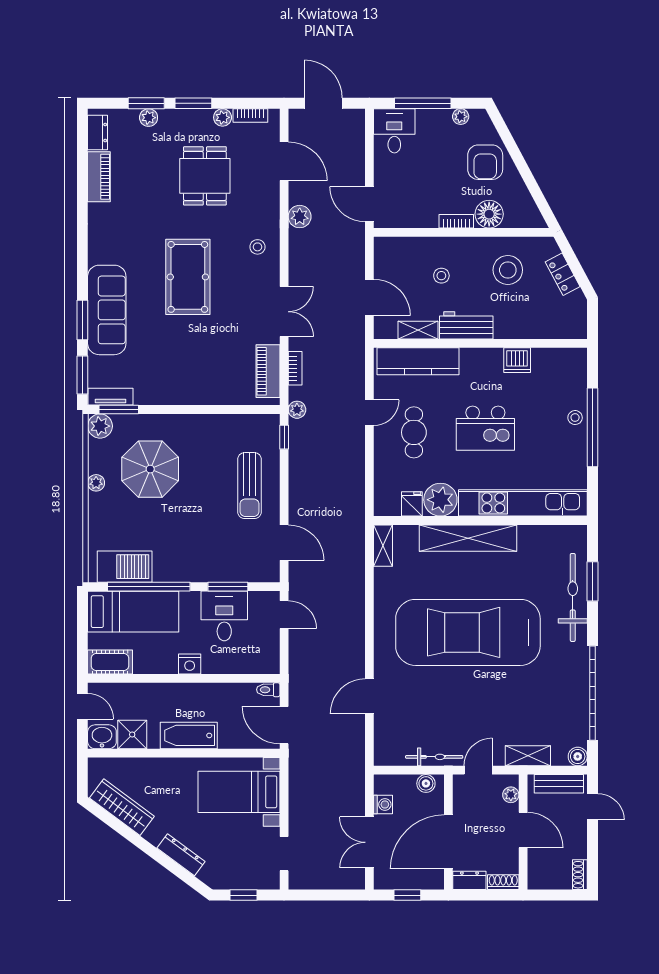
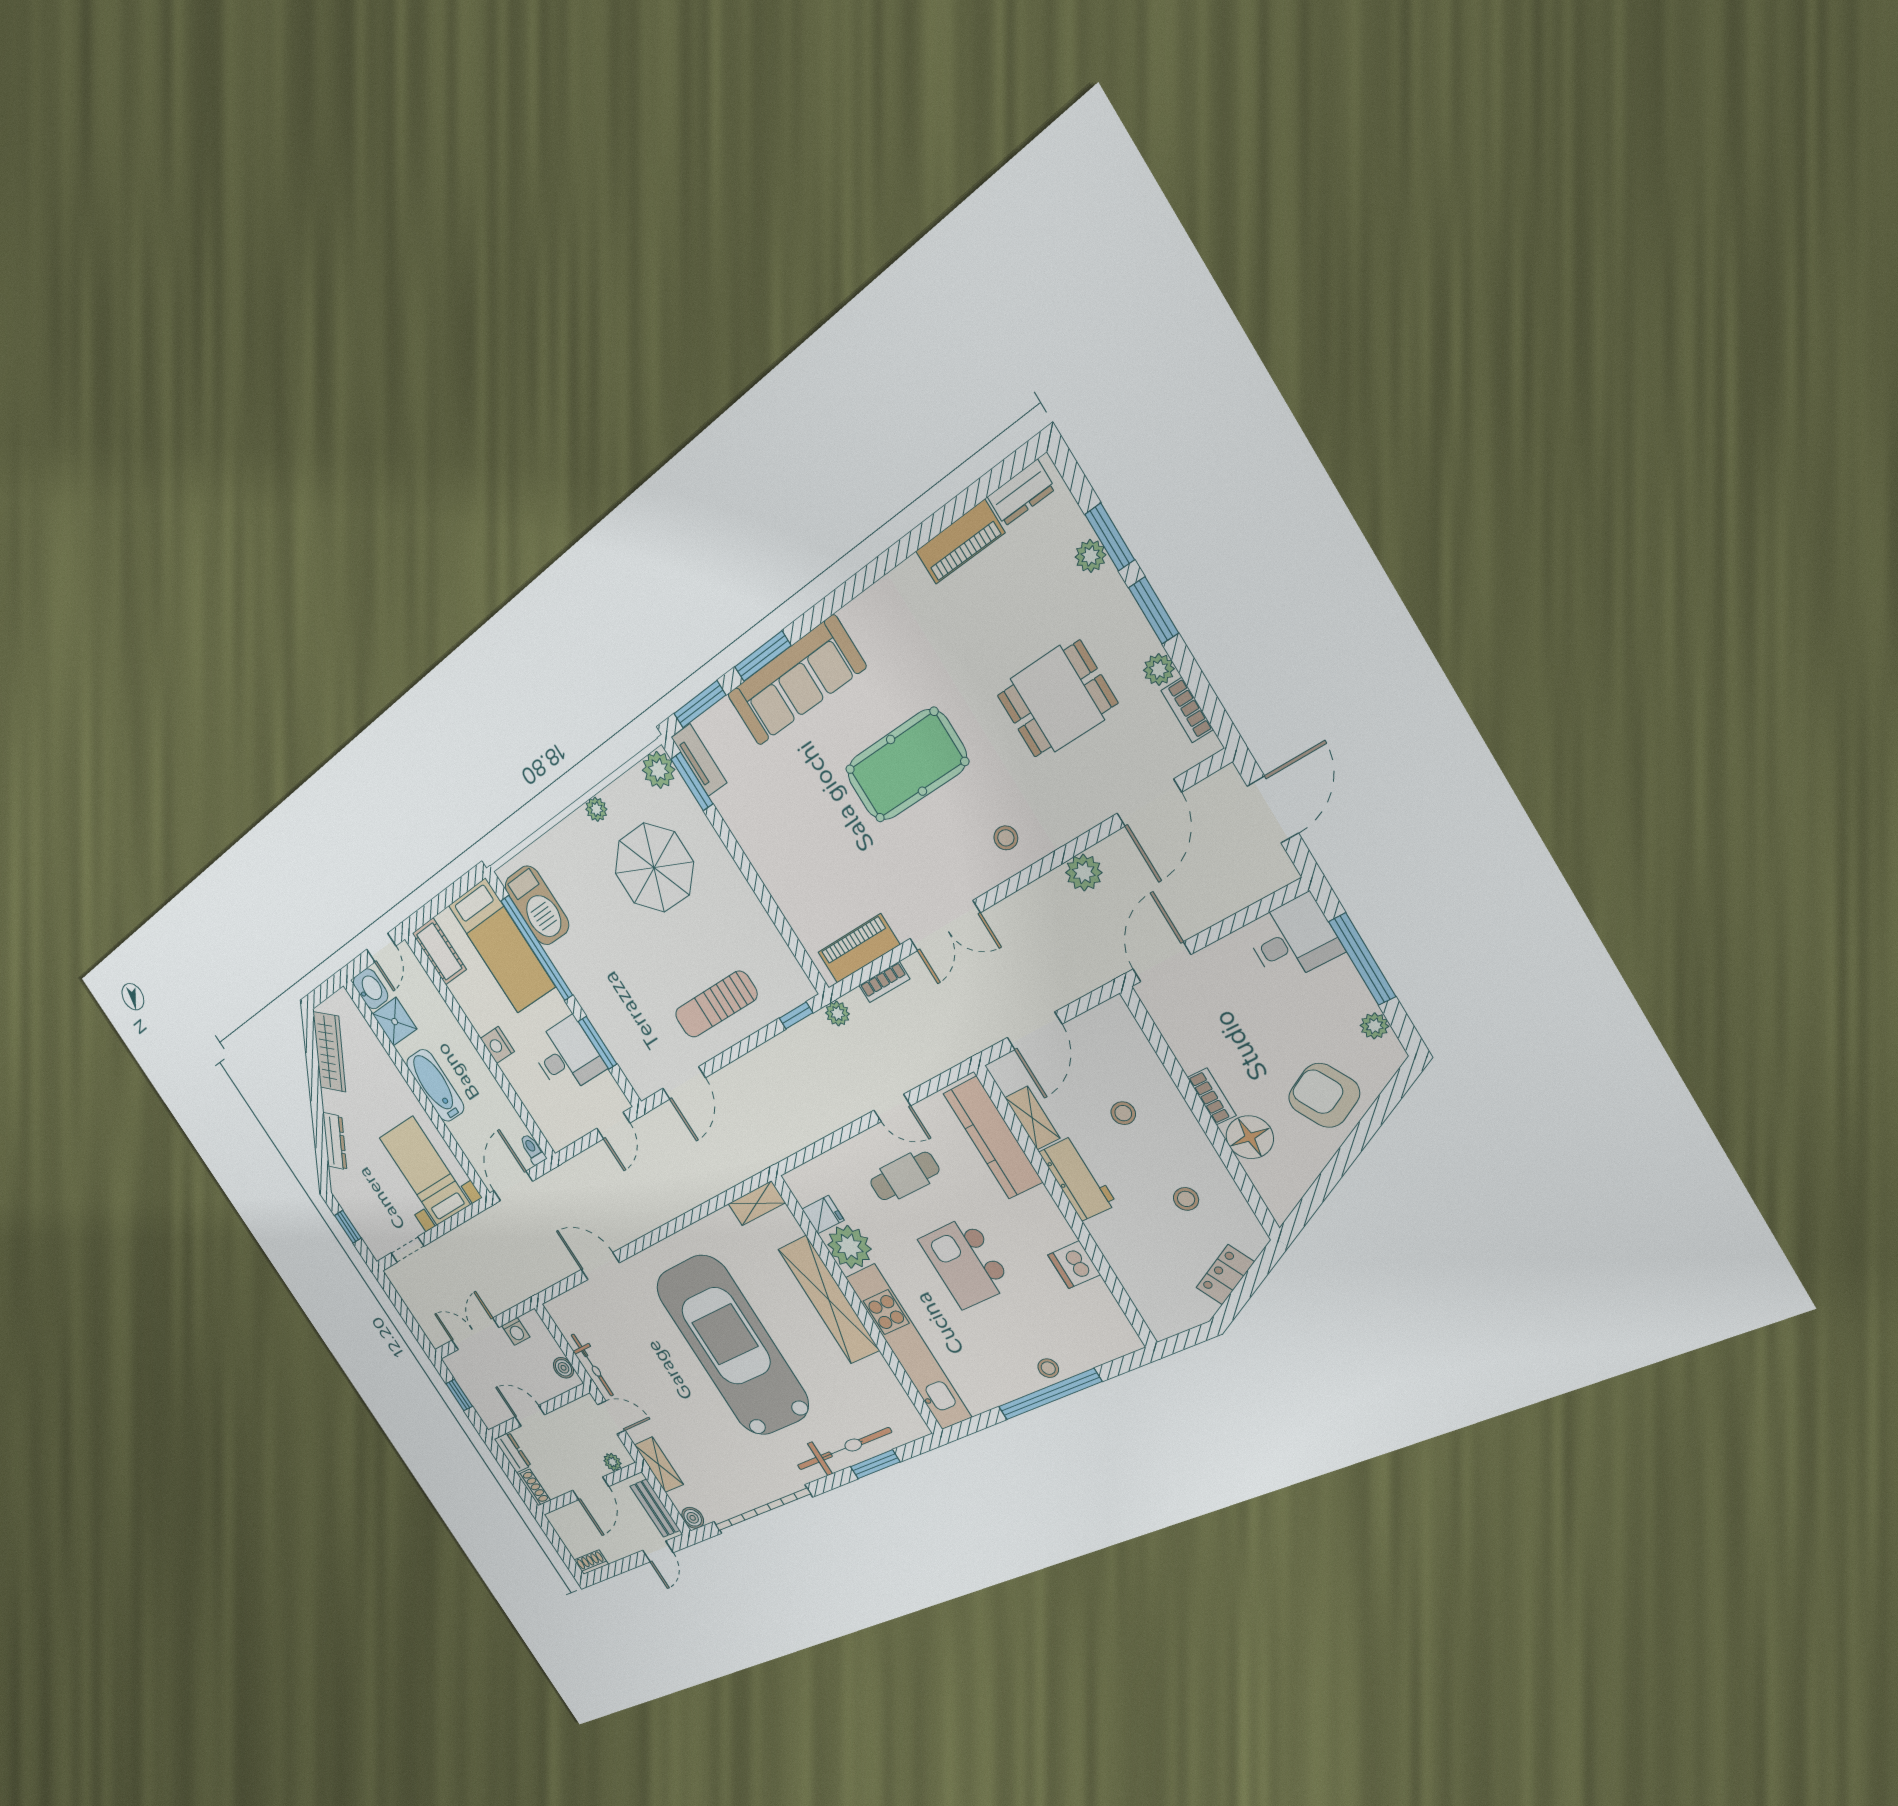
armchair: (485, 162) -> (1324, 1095), turned 61
stool: (508, 270) -> (1186, 1199), width x0.53, depth x0.53
door: (448, 842) -> (530, 1416), width x0.53

